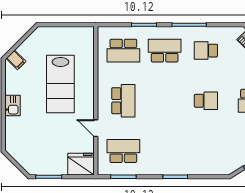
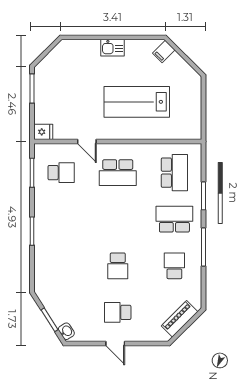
school desk: (123, 51) -> (174, 173), turned 180
school desk: (165, 51) -> (174, 219), turned -90
door: (96, 128) -> (87, 141), swing flipped
school desk: (123, 151) -> (61, 173), width x0.54
fridge: (81, 164) -> (43, 132), width x0.53, depth x0.75

